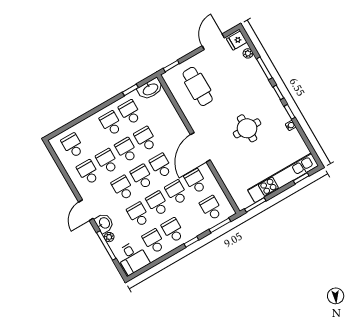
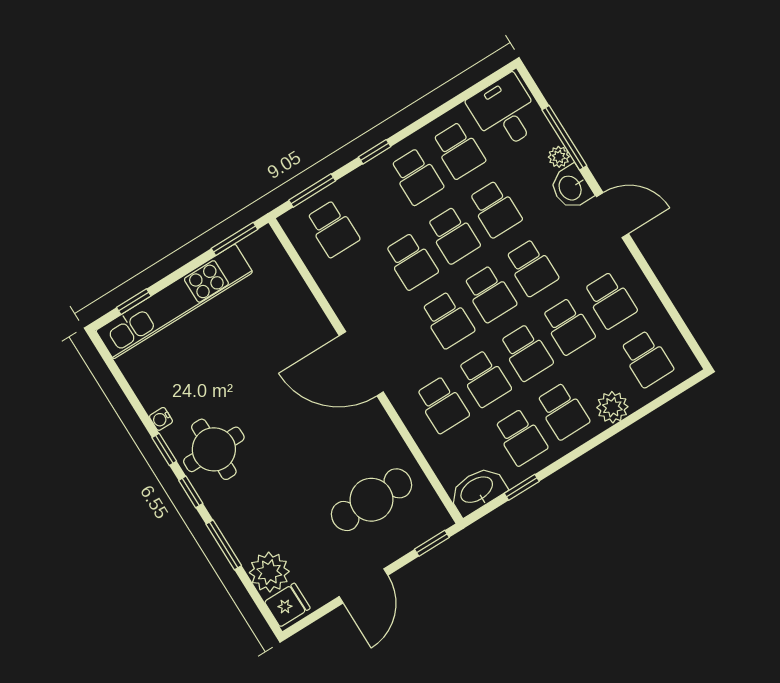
door: (213, 42) -> (363, 586), moved
plant: (248, 53) -> (269, 572), width x1.88, depth x1.88
cafe table: (198, 86) -> (372, 500), turned 90
plant: (89, 124) -> (612, 407), added
round table: (247, 128) -> (214, 449), moved
door: (200, 147) -> (361, 364), swing flipped
school desk: (196, 181) -> (442, 405), moved
door: (86, 210) -> (613, 215), hinge flipped

